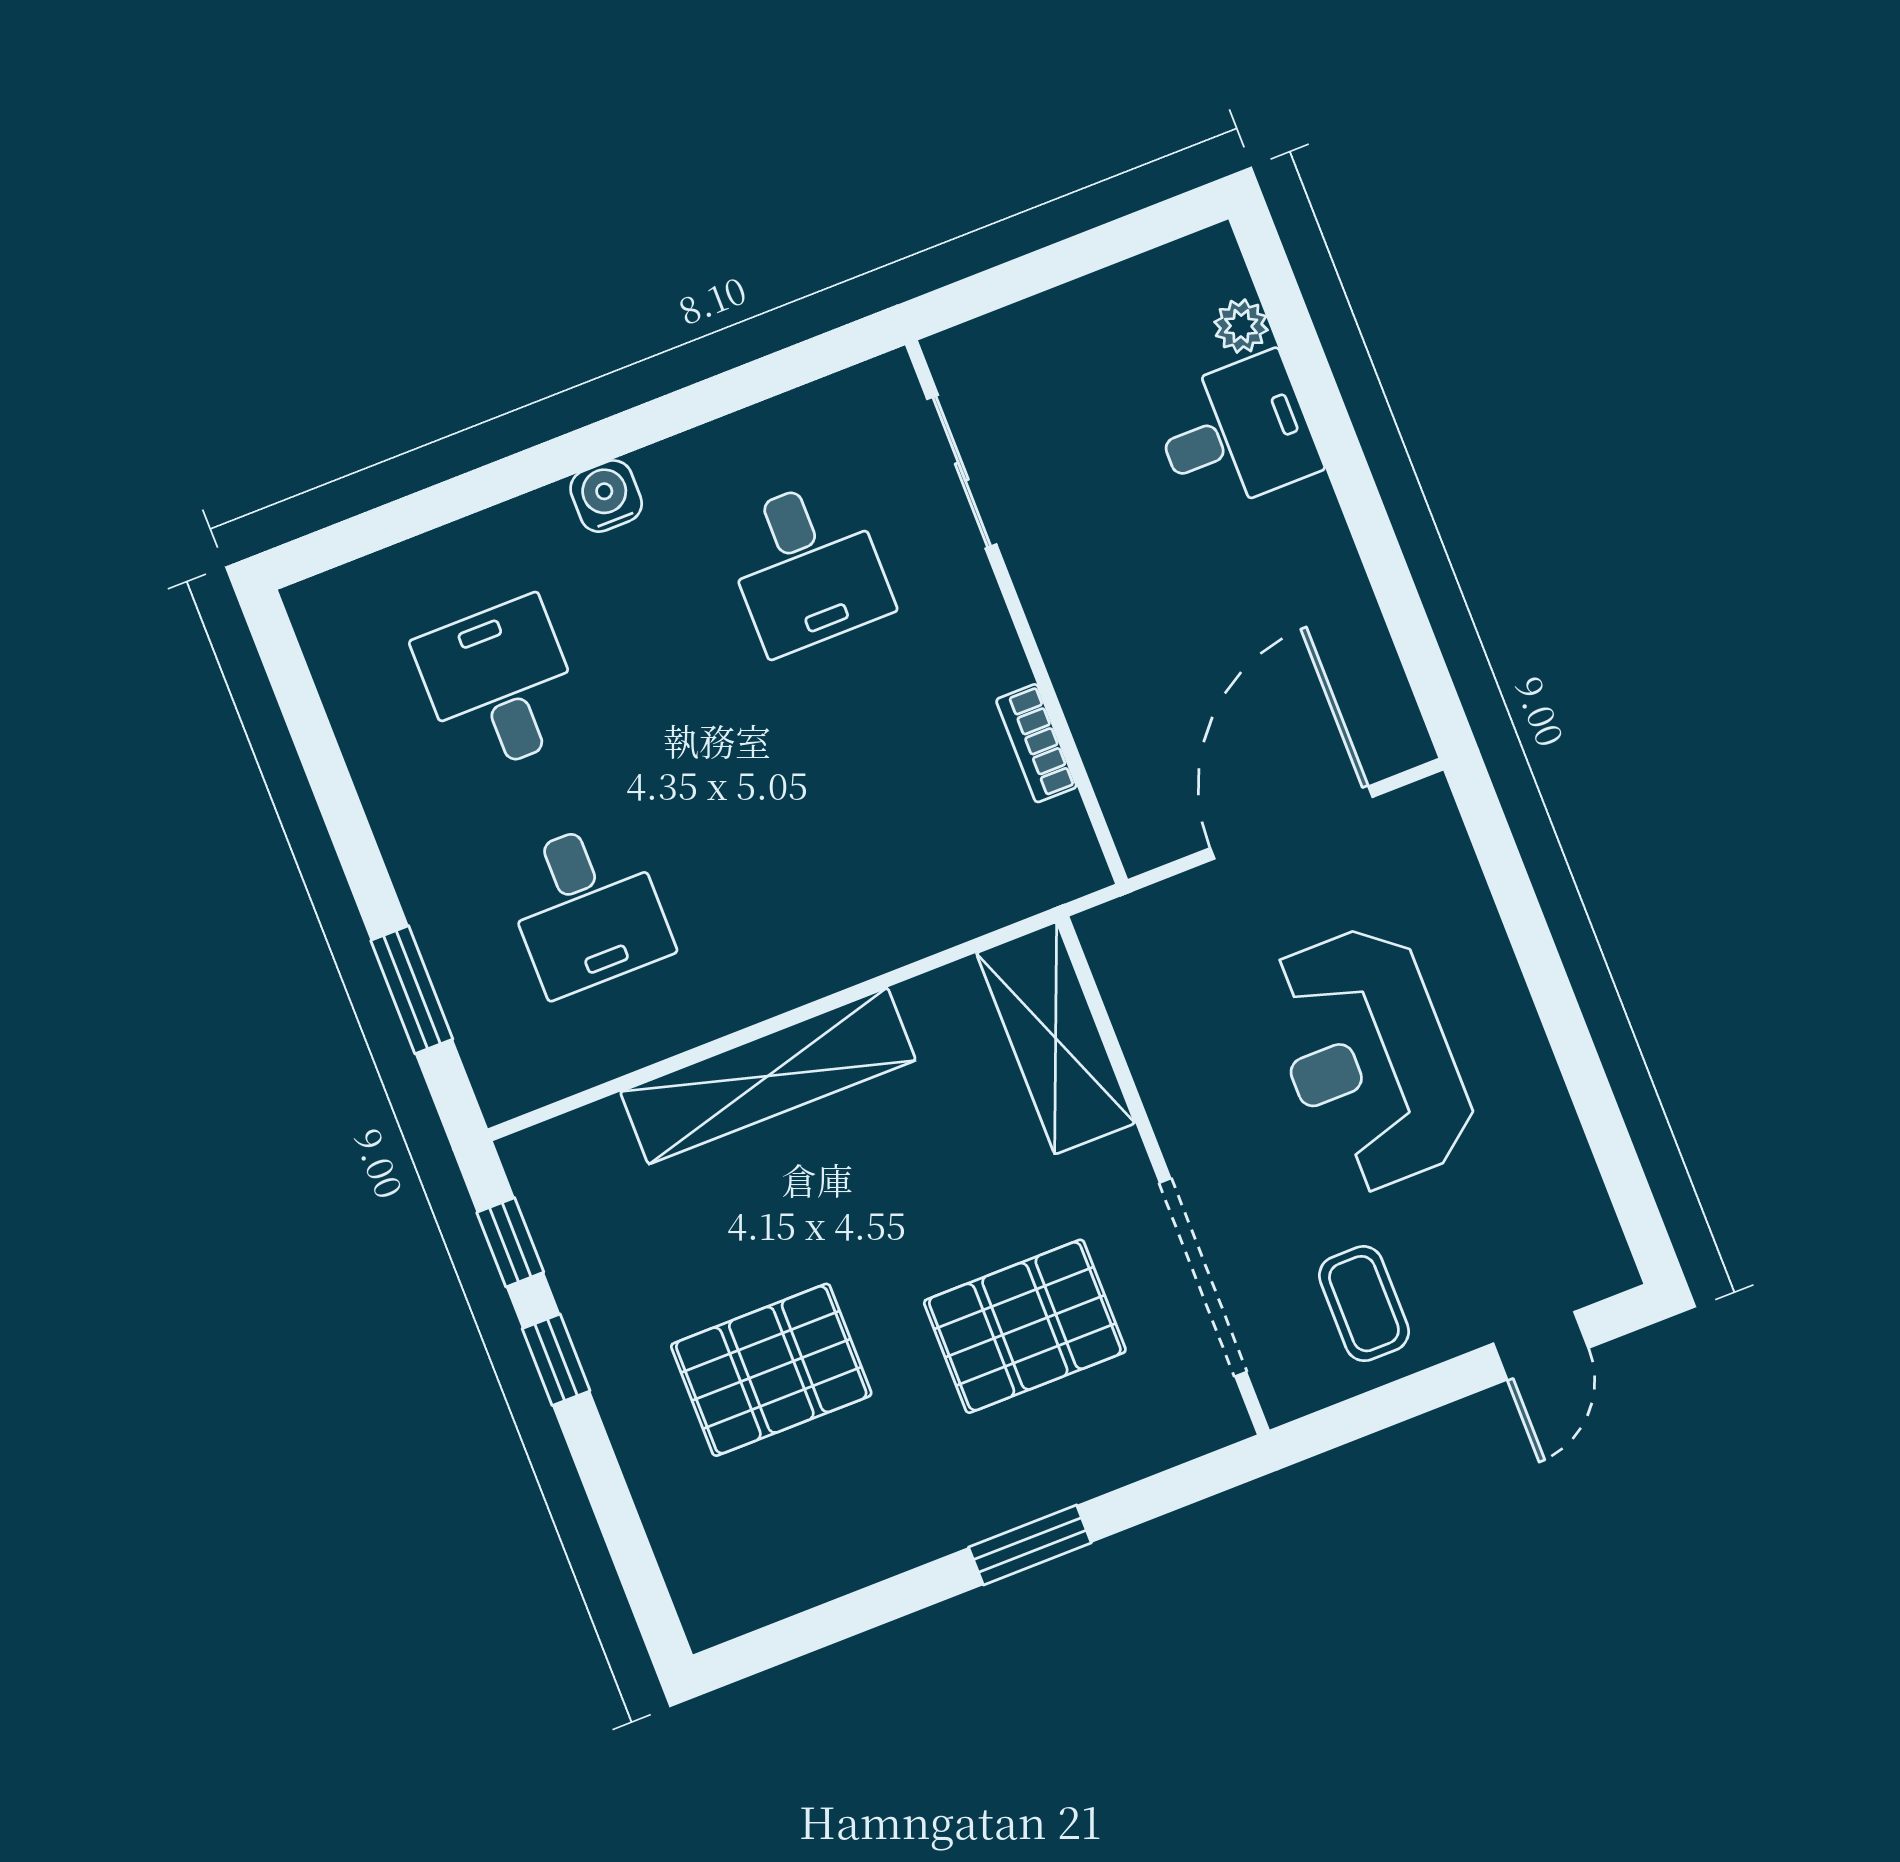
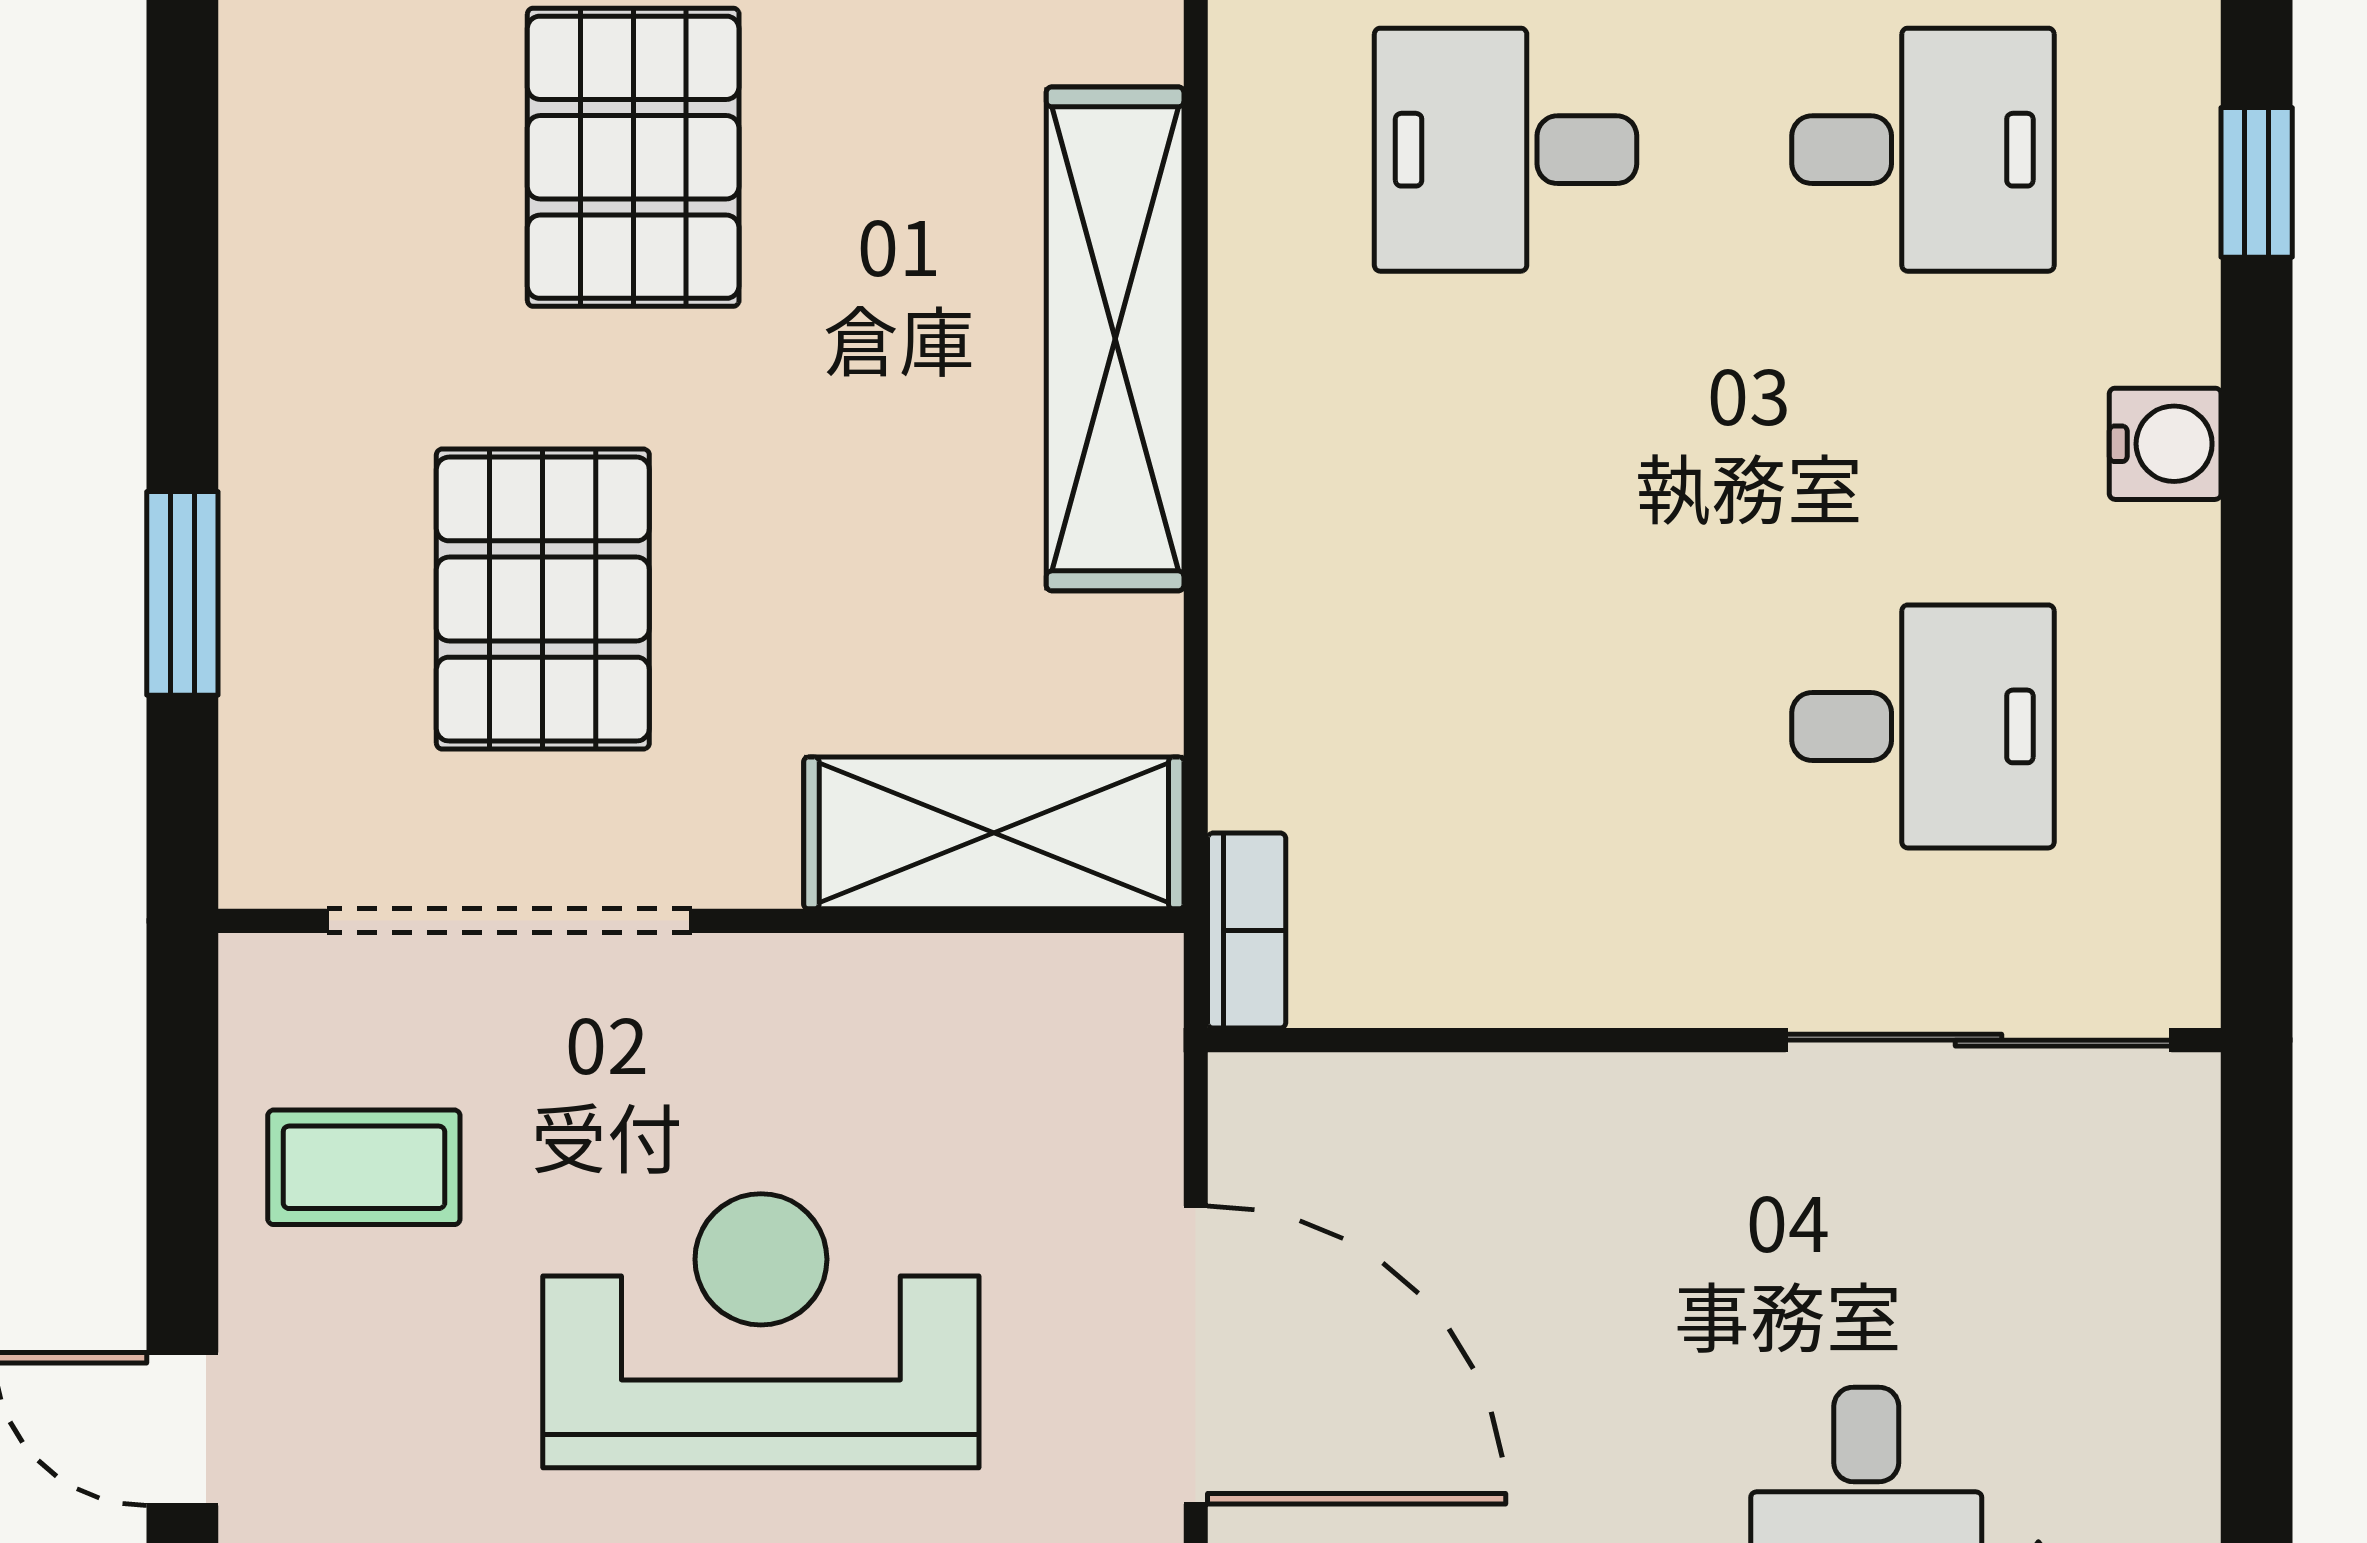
sliding door: (962, 472) -> (1978, 1040), width x1.37
window: (448, 502) -> (2257, 182), added
desk: (807, 566) -> (1923, 726), turned 180
bookcase: (1036, 743) -> (1247, 931), moved, turned 90
window: (1030, 1545) -> (182, 593), moved

